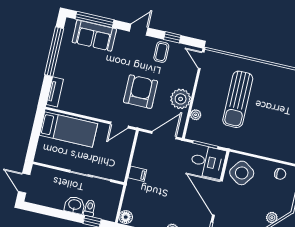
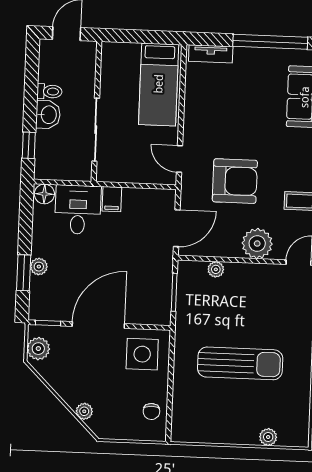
plant: (181, 99) -> (257, 243), moved
sun lounger: (238, 99) -> (240, 363), moved, turned 180
door: (164, 135) -> (177, 228), hinge flipped
desk: (208, 162) -> (78, 210), moved, turned 180
side table: (242, 173) -> (142, 354), turned -35
toilet: (90, 208) -> (49, 91), moved

